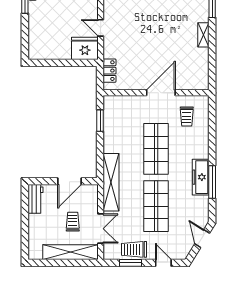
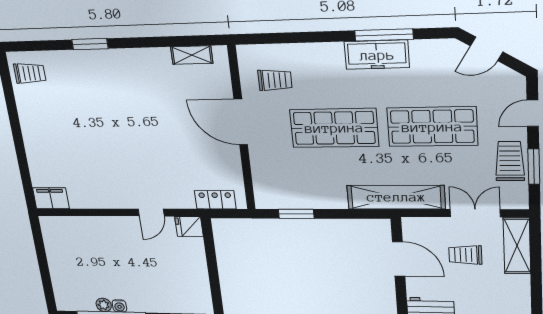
shelving: (203, 35) -> (192, 55), moved
fridge: (85, 48) -> (189, 226), width x0.53, depth x0.75
trolley: (134, 249) -> (510, 161), turned 180
shelving: (71, 252) -> (517, 246), width x0.68

